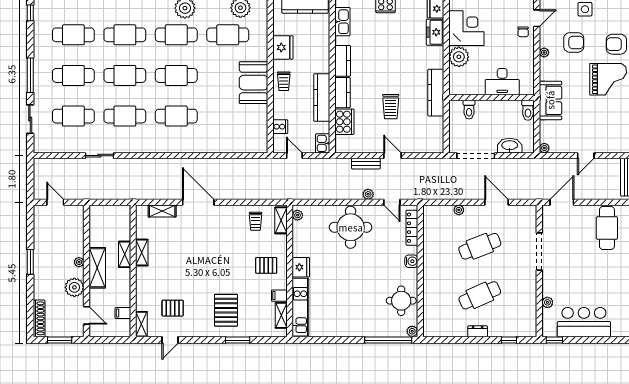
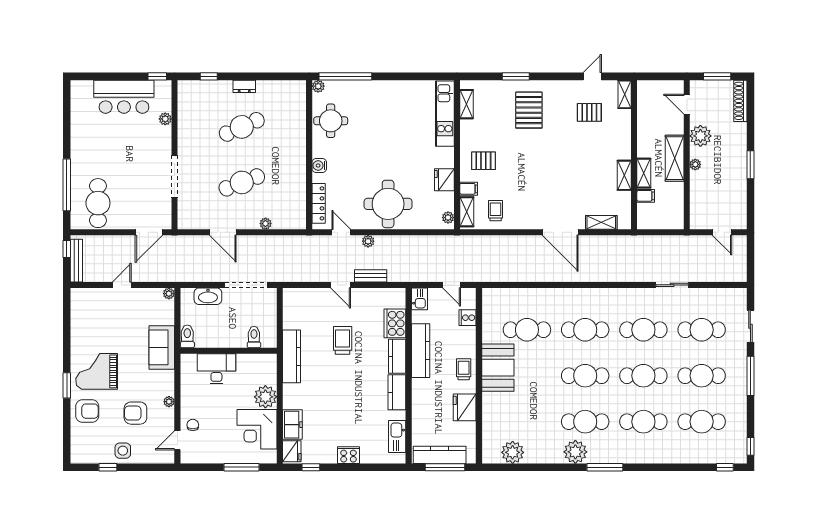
cafe table: (228, 35) -> (527, 330), moved
fridge: (301, 267) -> (444, 180), moved
filing cabinet: (279, 296) -> (469, 189), moved
filing cabinet: (123, 313) -> (646, 196), moved

